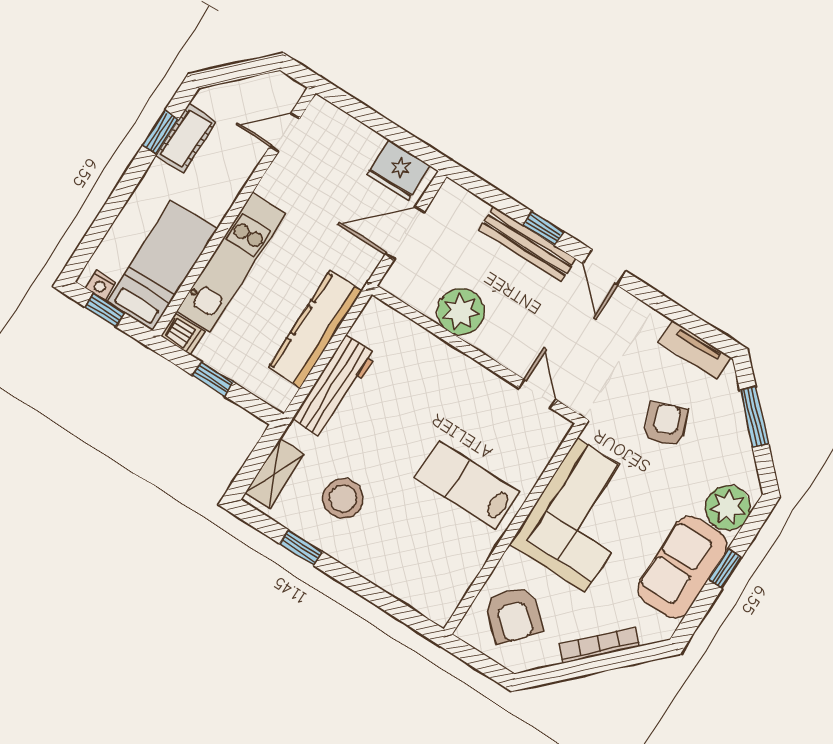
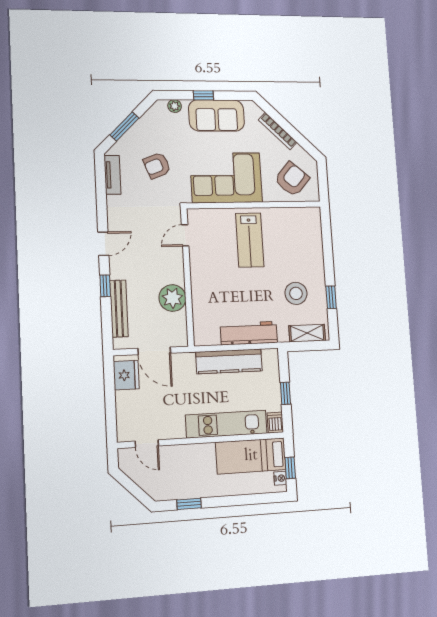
cot: (186, 138) -> (183, 489), removed
bench: (527, 244) -> (119, 309), moved
plant: (728, 508) -> (175, 106), width x0.53, depth x0.53

